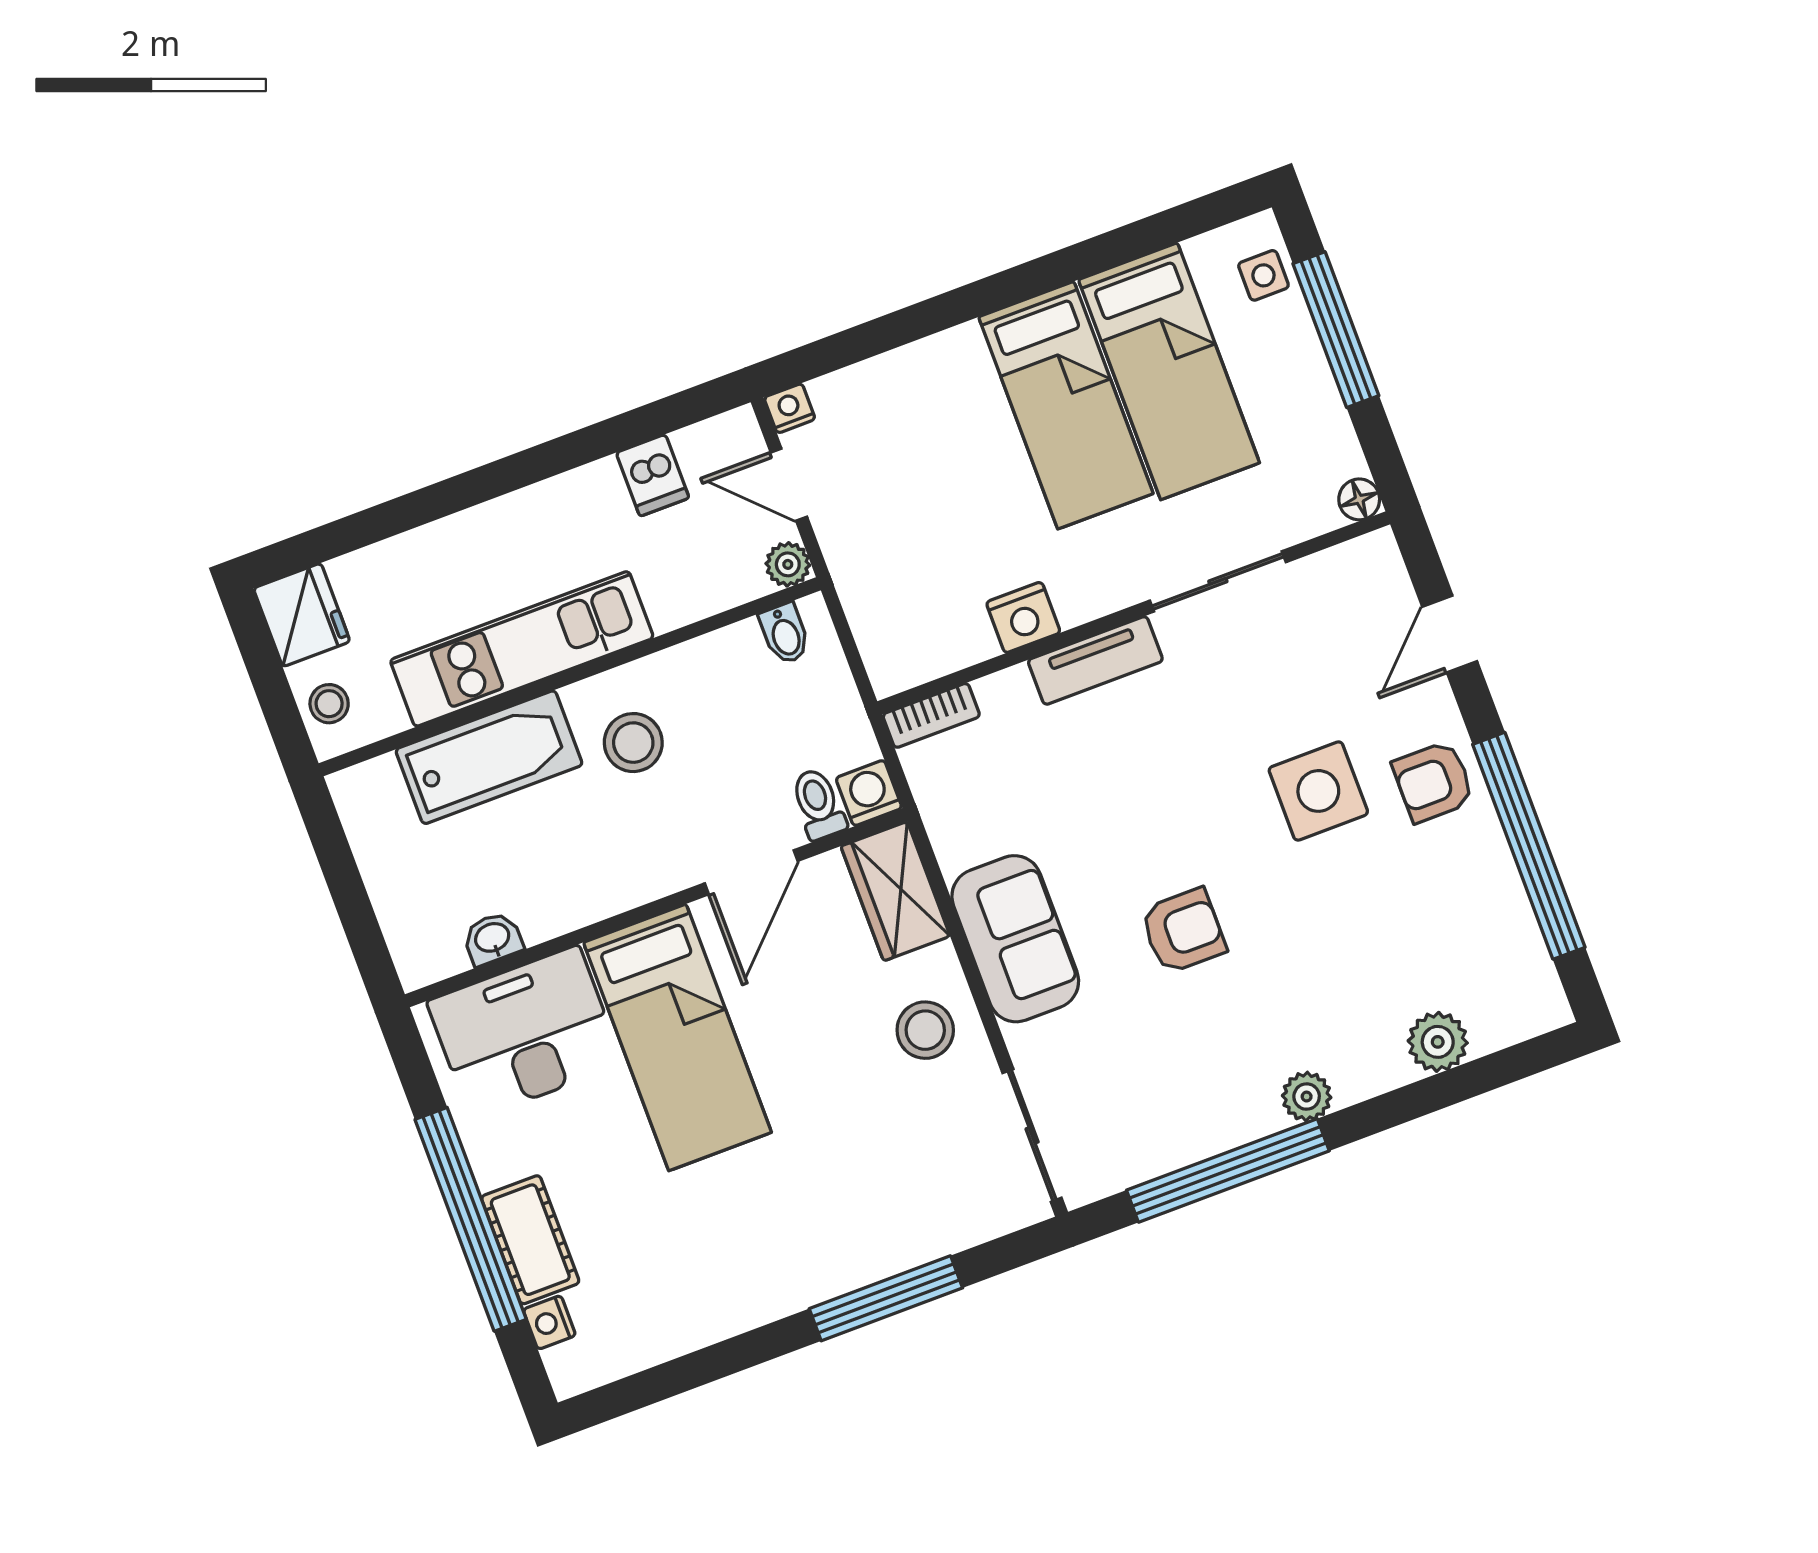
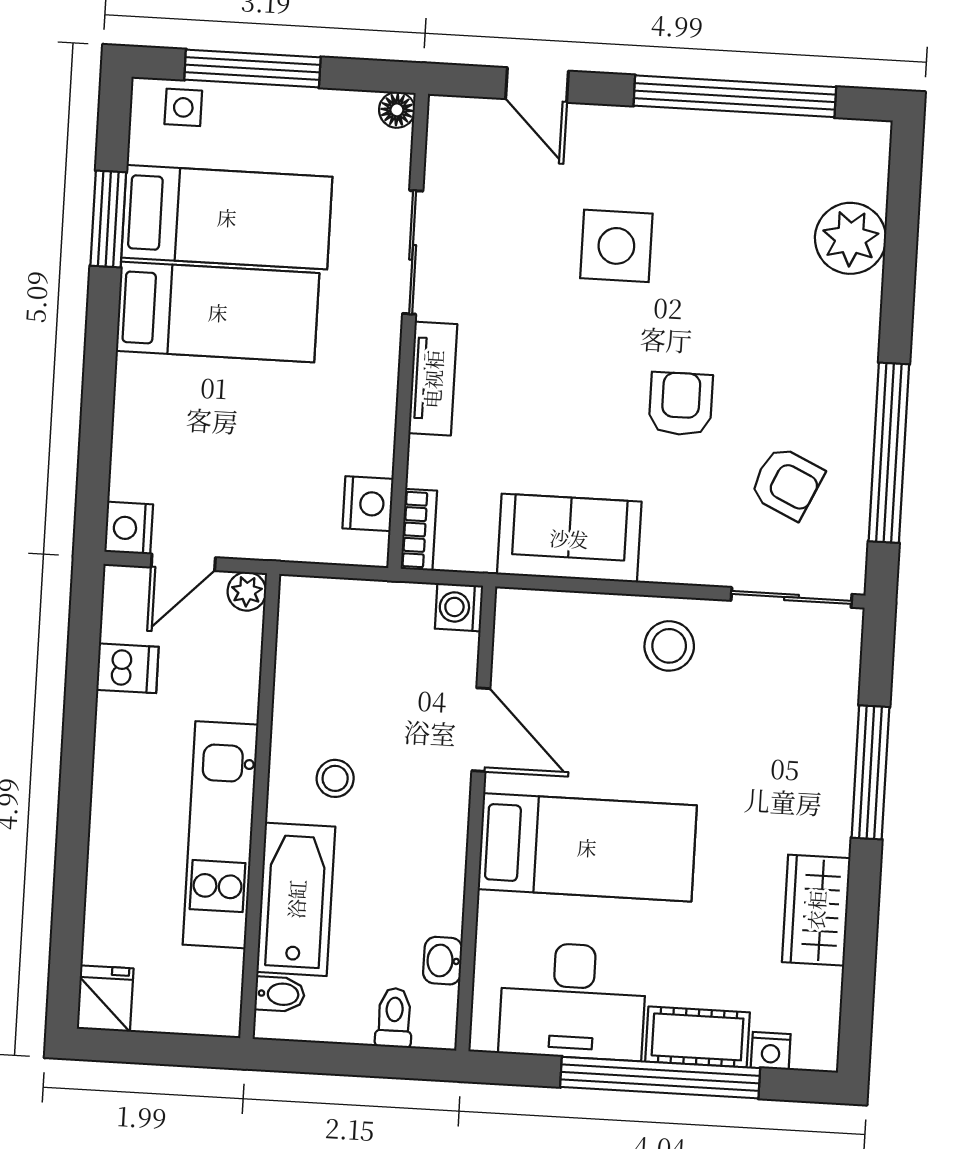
window: (1113, 248) -> (108, 219), added
nightstand: (790, 408) -> (129, 528), width x1.39, depth x1.35
fridge: (302, 615) -> (105, 999), width x0.72
nightstand: (1023, 617) -> (368, 504), moved
bidet: (785, 634) -> (280, 994), moved
stool: (329, 704) -> (196, 1009), removed
stool: (633, 743) -> (335, 778), width x0.73, depth x0.73
armchair: (1433, 782) -> (787, 483), moved, turned -65
toilet: (818, 804) -> (394, 1018), moved, turned 90
wardrobe: (895, 891) -> (816, 910), moved, turned 90
sofa: (1015, 939) -> (569, 538), moved
desk: (525, 1033) -> (573, 1001), moved, turned -90
plant: (1438, 1042) -> (850, 238), width x1.36, depth x1.36
plant: (1307, 1097) -> (857, 363), removed

